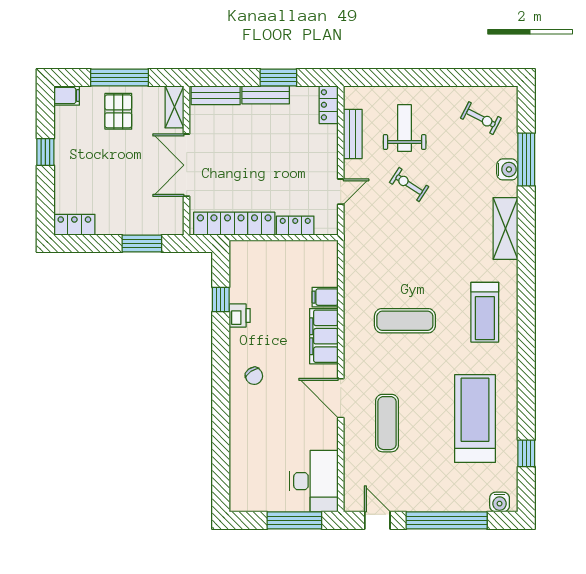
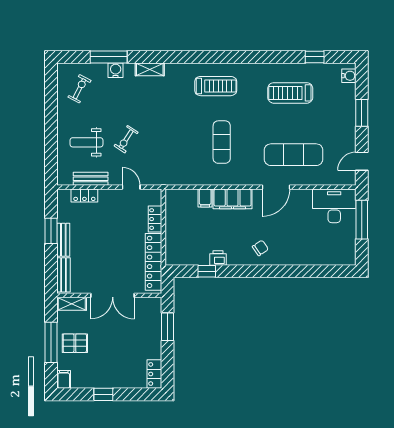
locker: (329, 105) -> (84, 196), moved
shelving: (505, 228) -> (150, 69), width x0.67, depth x0.75
treadmill: (475, 418) -> (290, 93), width x0.73, depth x0.73
exercise mat: (387, 423) -> (294, 155), width x1.36, depth x1.45
window: (447, 520) -> (362, 113), width x0.47

